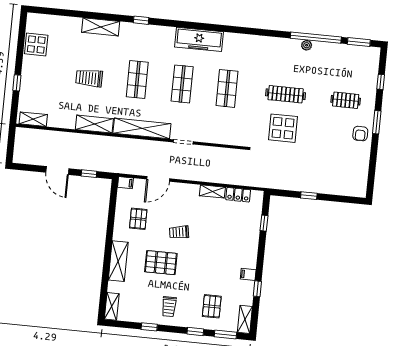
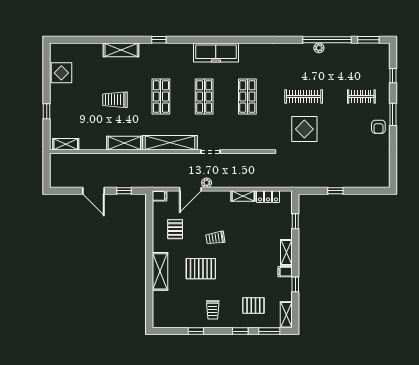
plant: (176, 174) -> (207, 183), added
shelving: (112, 306) -> (286, 252), moved
pallet: (212, 306) -> (253, 305), turned 90

